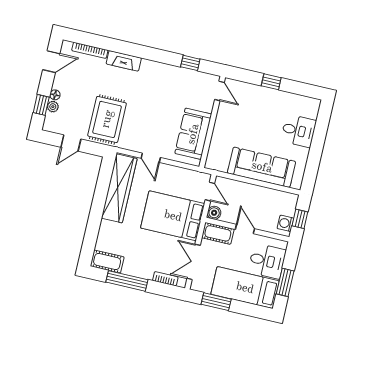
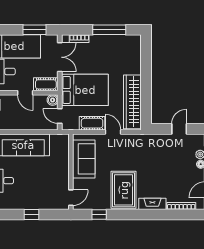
door: (219, 91) -> (71, 198), swing flipped
rug: (107, 119) -> (124, 190), moved
cot: (107, 261) -> (92, 123), moved

